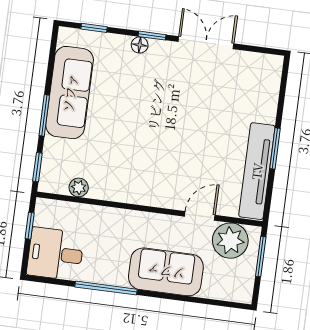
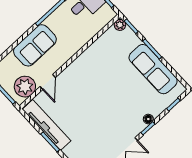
plant: (79, 187) -> (120, 25), moved

